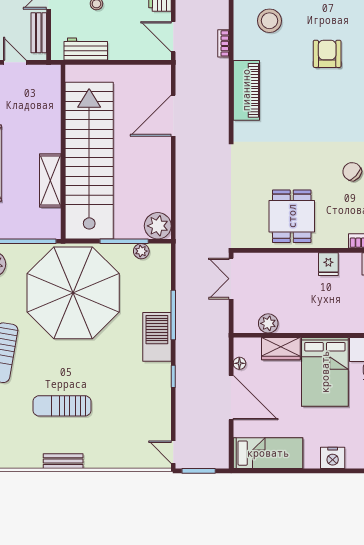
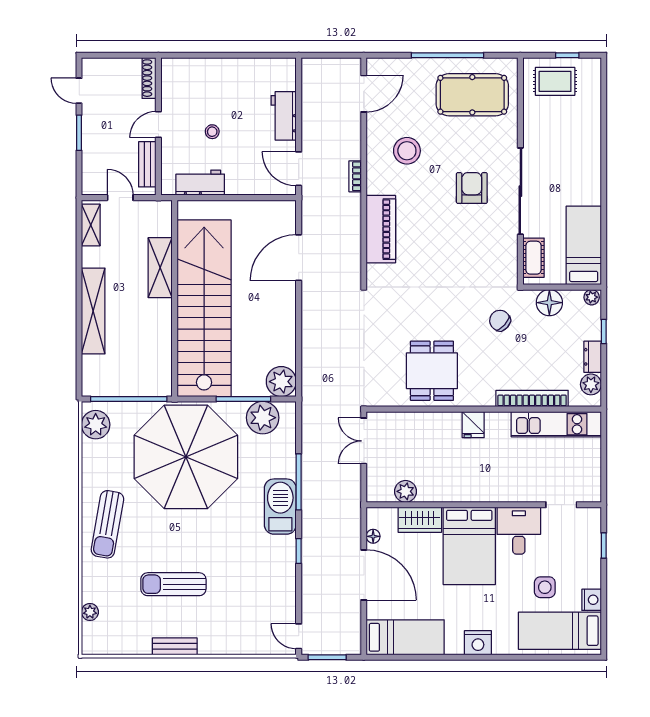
shelving: (50, 181) -> (160, 268), moved
plant: (141, 251) -> (263, 418), width x1.87, depth x1.87

